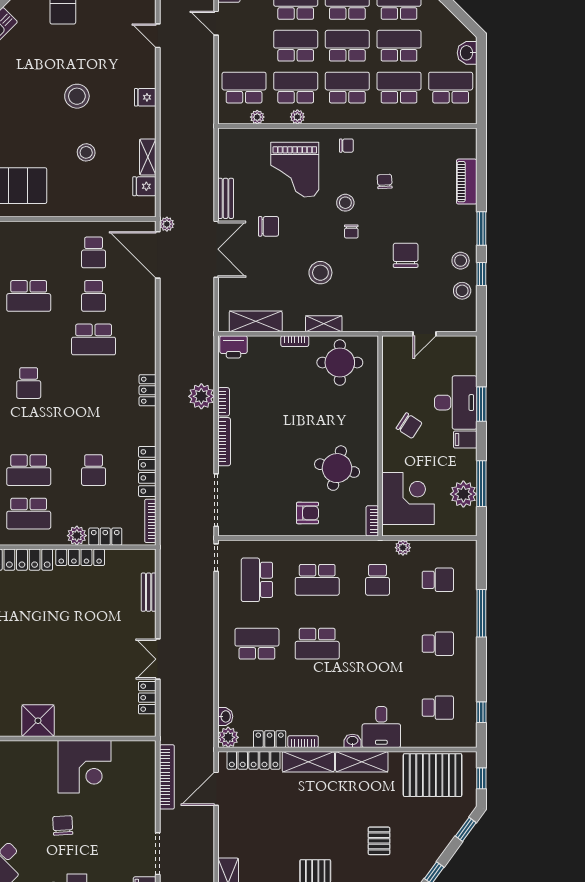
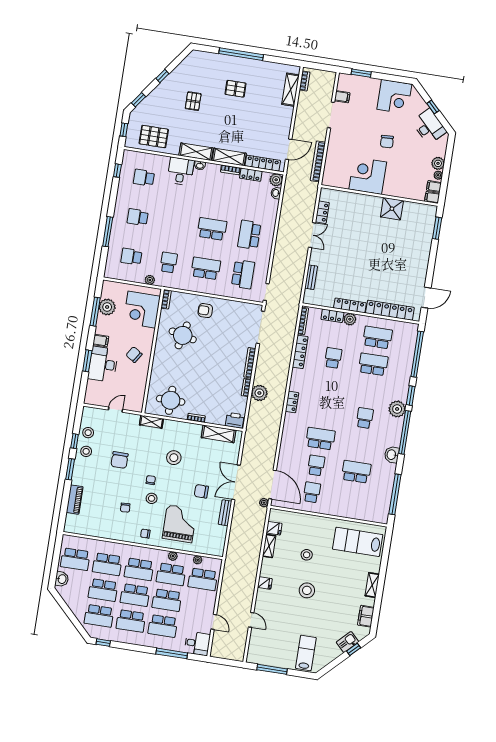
shelving: (324, 324) -> (151, 422), moved
school desk: (257, 644) -> (249, 235), turned 90
pallet: (433, 775) -> (154, 137), width x0.73, depth x0.71

